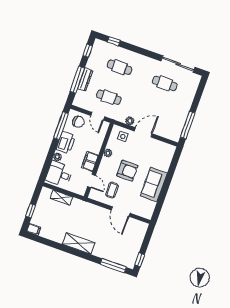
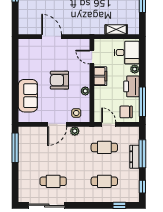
sofa: (154, 185) -> (28, 96), moved
coffee table: (112, 190) -> (68, 55), removed

